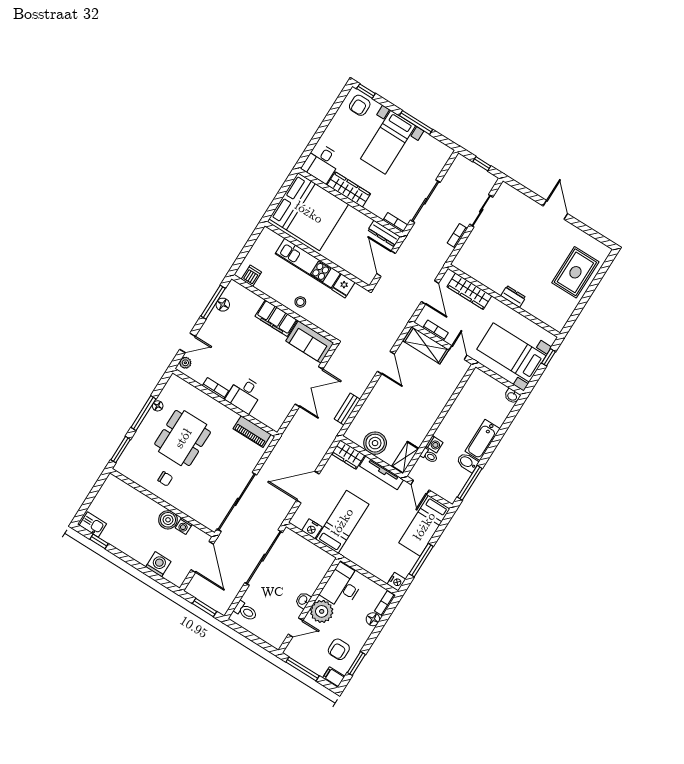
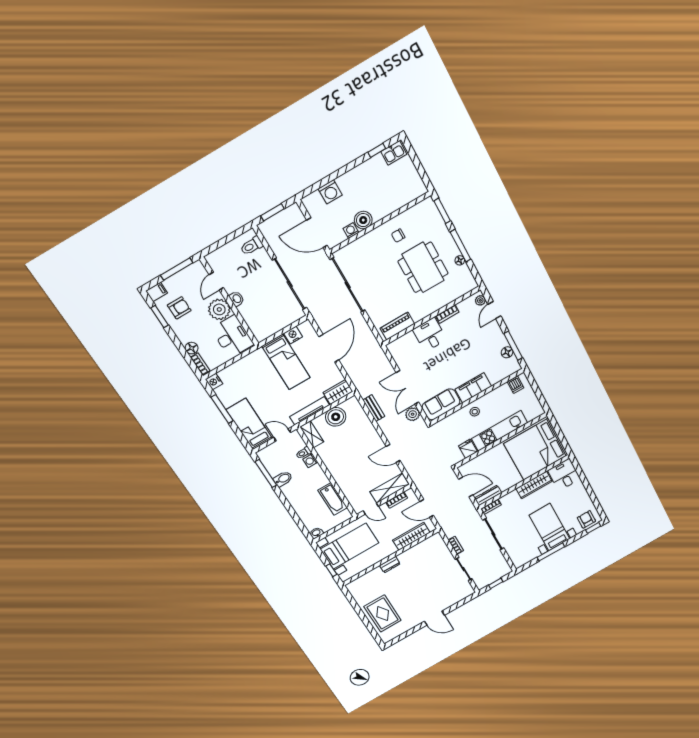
plant: (334, 366) -> (413, 414), added
bathtub: (483, 440) -> (333, 499), moved, turned 180
armchair: (339, 649) -> (179, 308), turned 90

